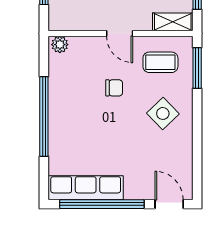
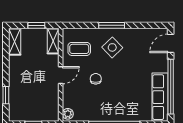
coffee table: (160, 62) -> (79, 49), turned 90
window: (197, 68) -> (112, 25), moved

